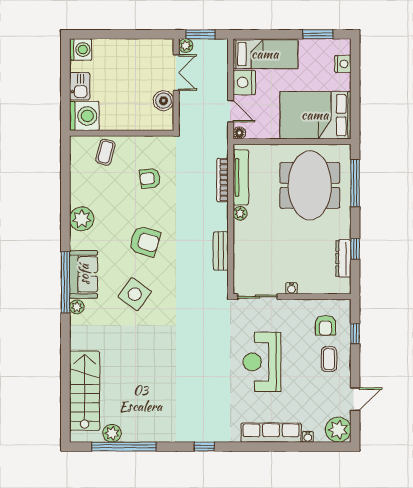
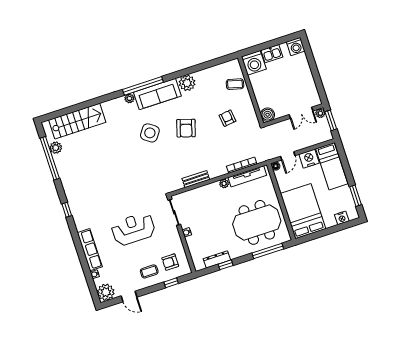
boiler: (163, 101) -> (268, 115), moved
sofa: (84, 274) -> (157, 94), width x1.36

